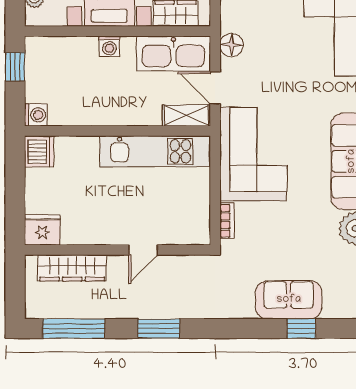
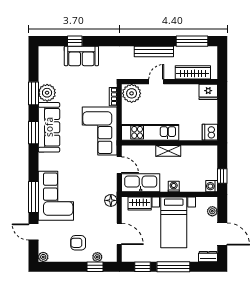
floor lamp: (232, 45) -> (111, 200), moved
washing machine: (36, 115) -> (212, 186), moved
shelving: (186, 115) -> (168, 151), moved
plant: (191, 227) -> (132, 93), added
bench: (148, 308) -> (154, 52), added
window: (159, 329) -> (148, 41), removed

